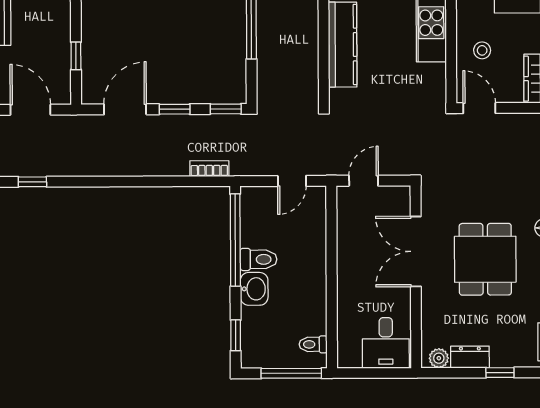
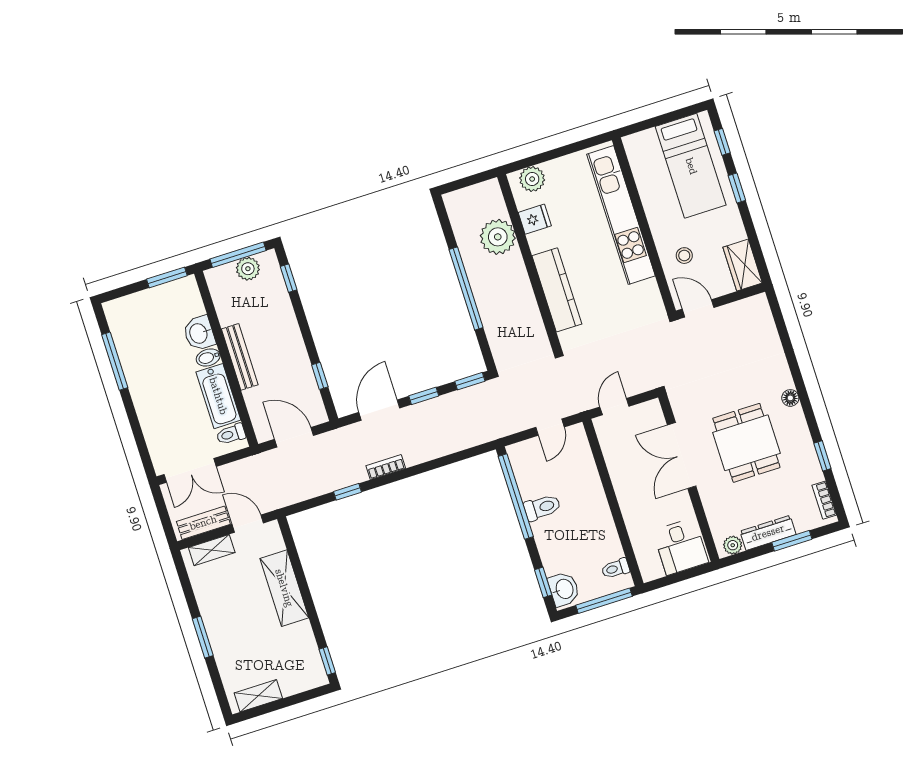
bookcase: (209, 169) -> (386, 467), moved
window: (32, 182) -> (347, 492), moved
washbasin: (254, 289) -> (564, 589), moved
dresser: (470, 357) -> (768, 533), width x1.44
window: (500, 373) -> (792, 541), width x1.50

